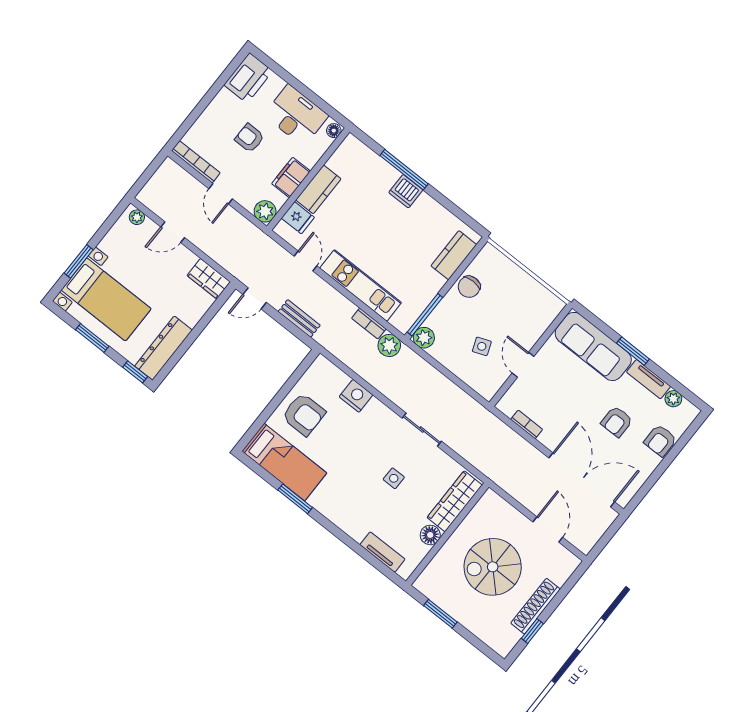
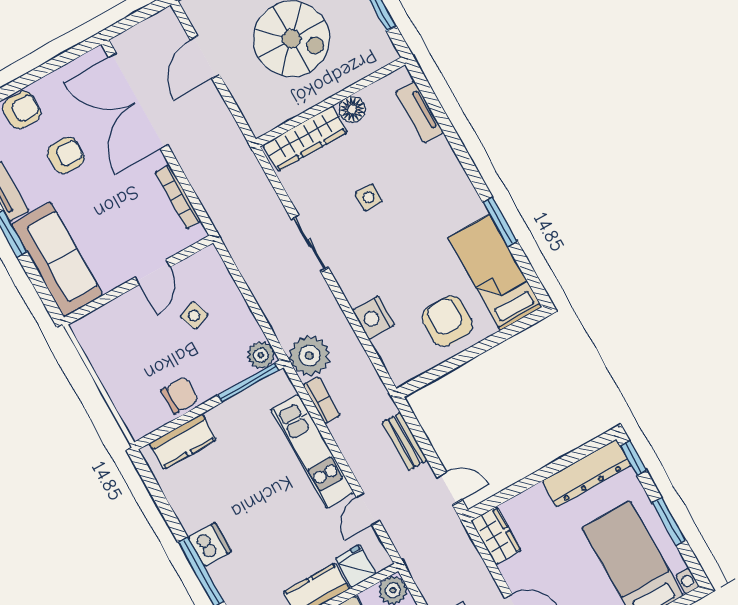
plant: (389, 345) -> (310, 356), width x1.36, depth x1.36
bookcase: (527, 424) -> (178, 197), width x1.56

